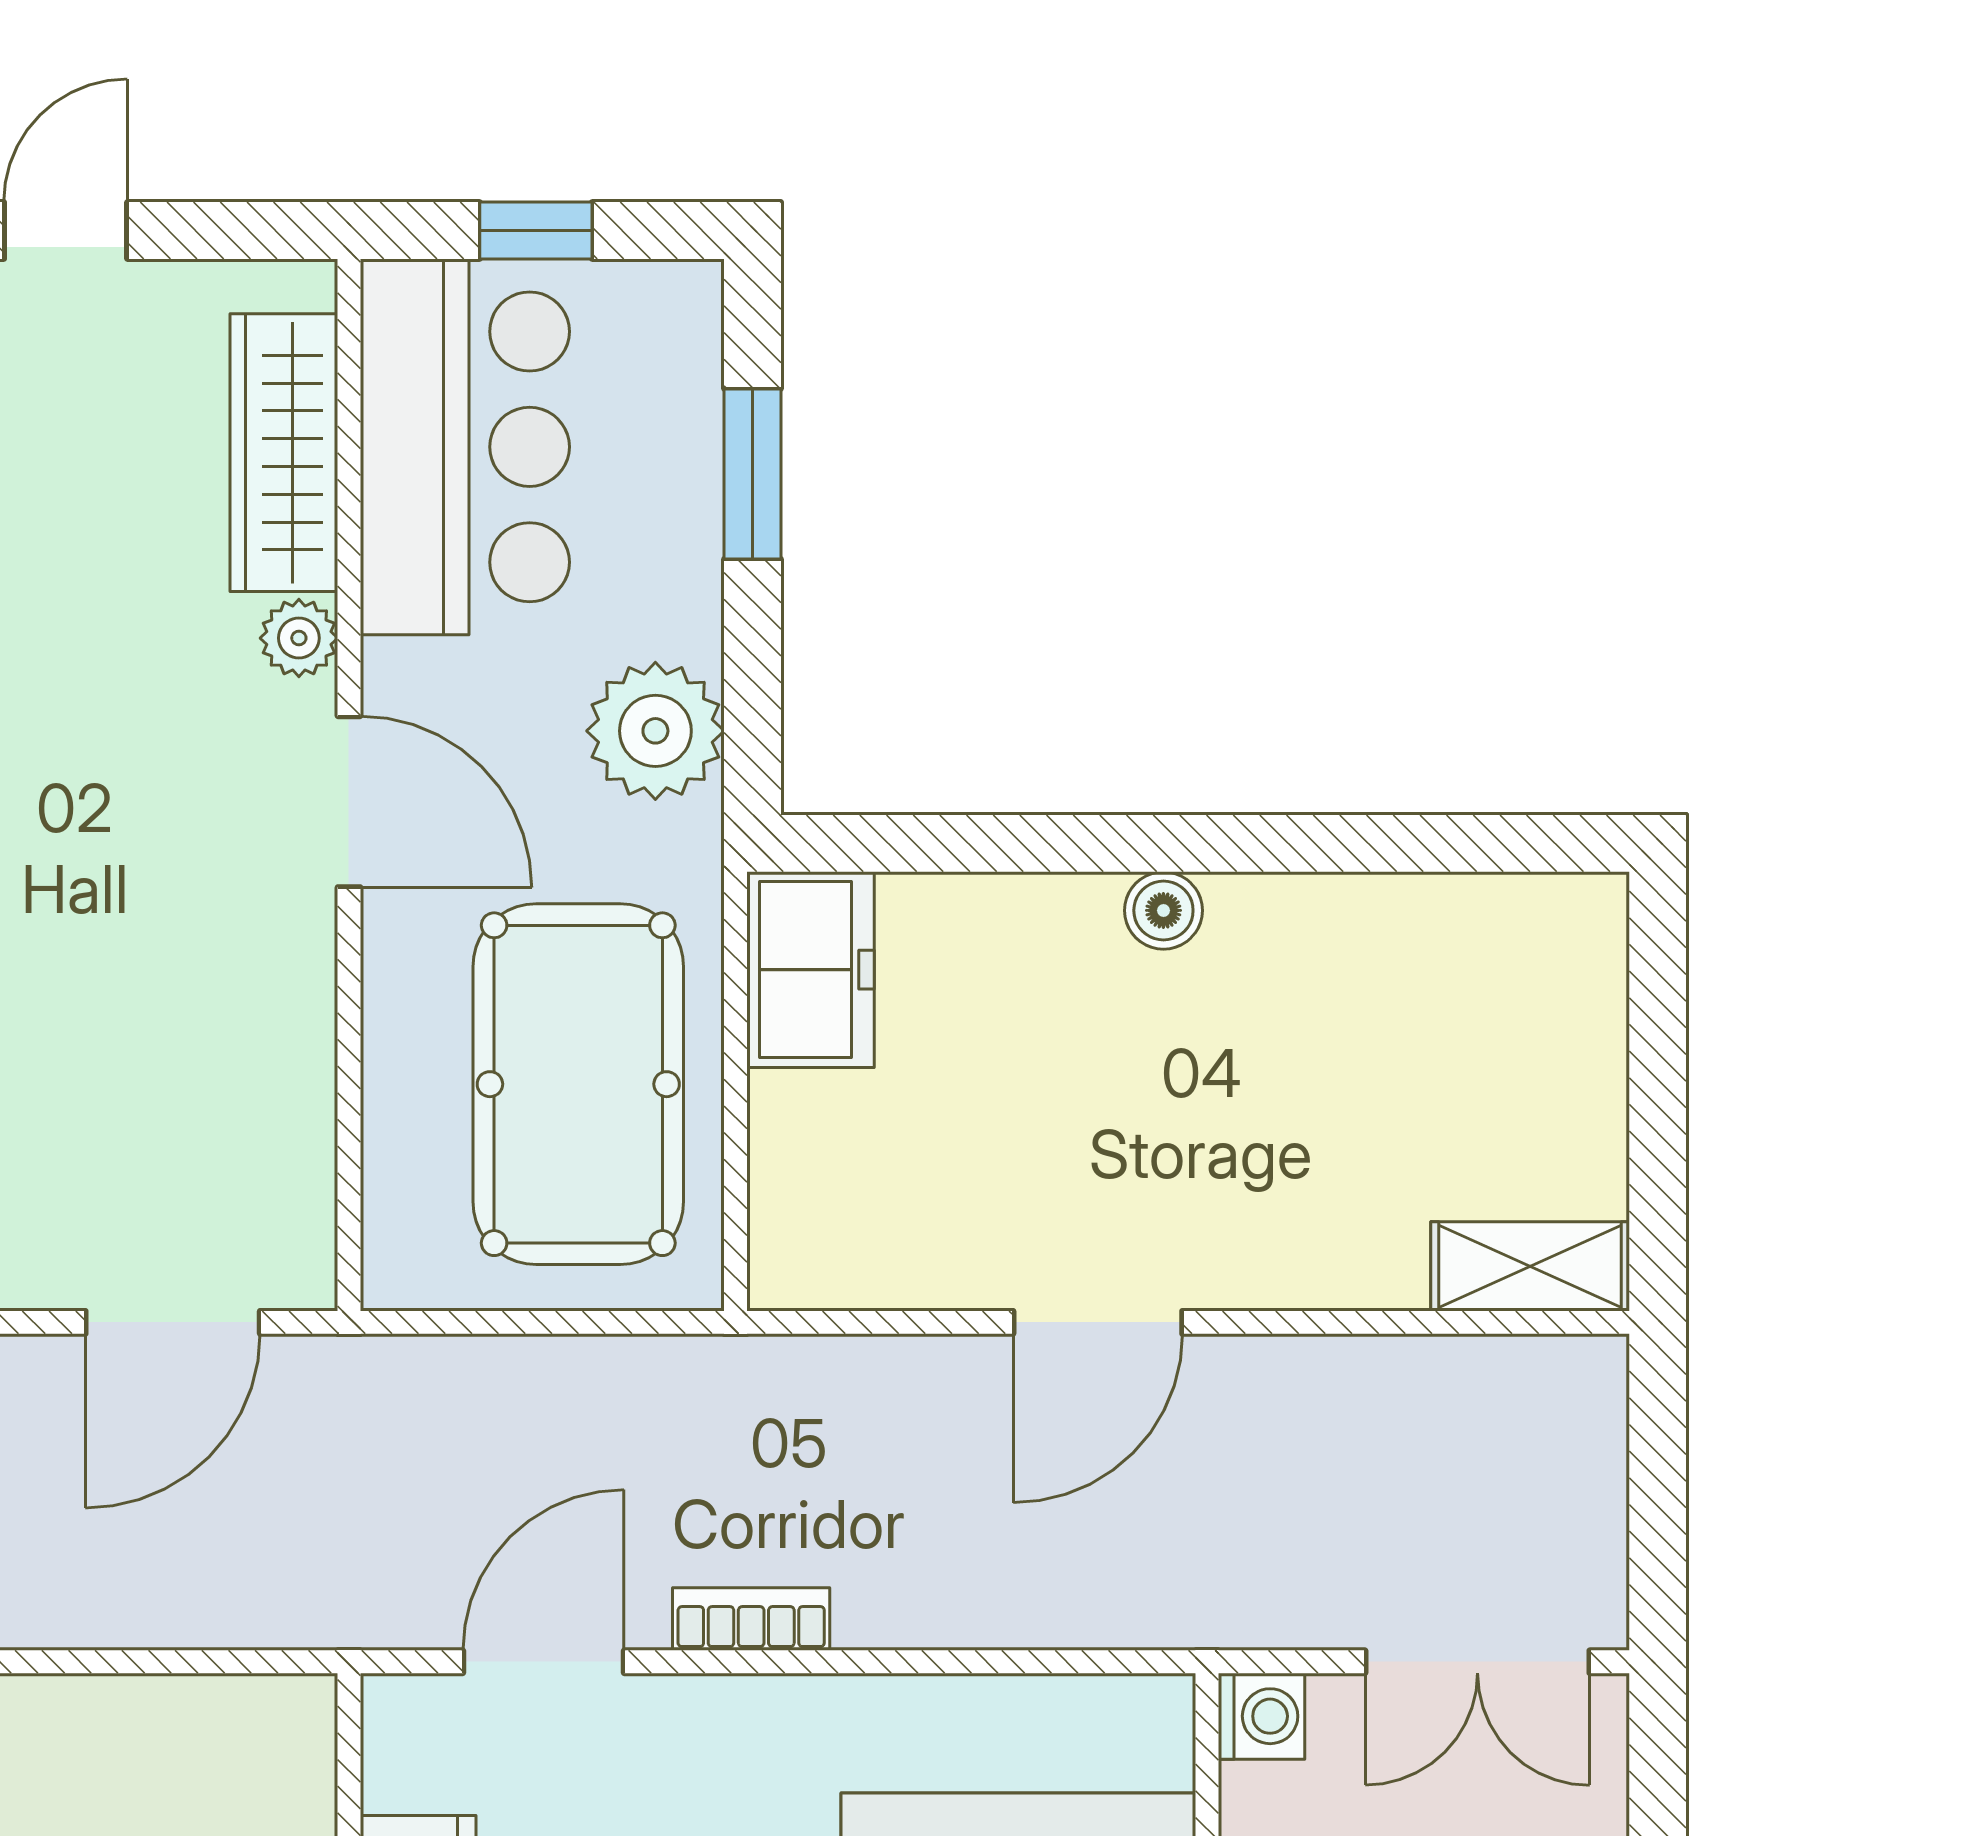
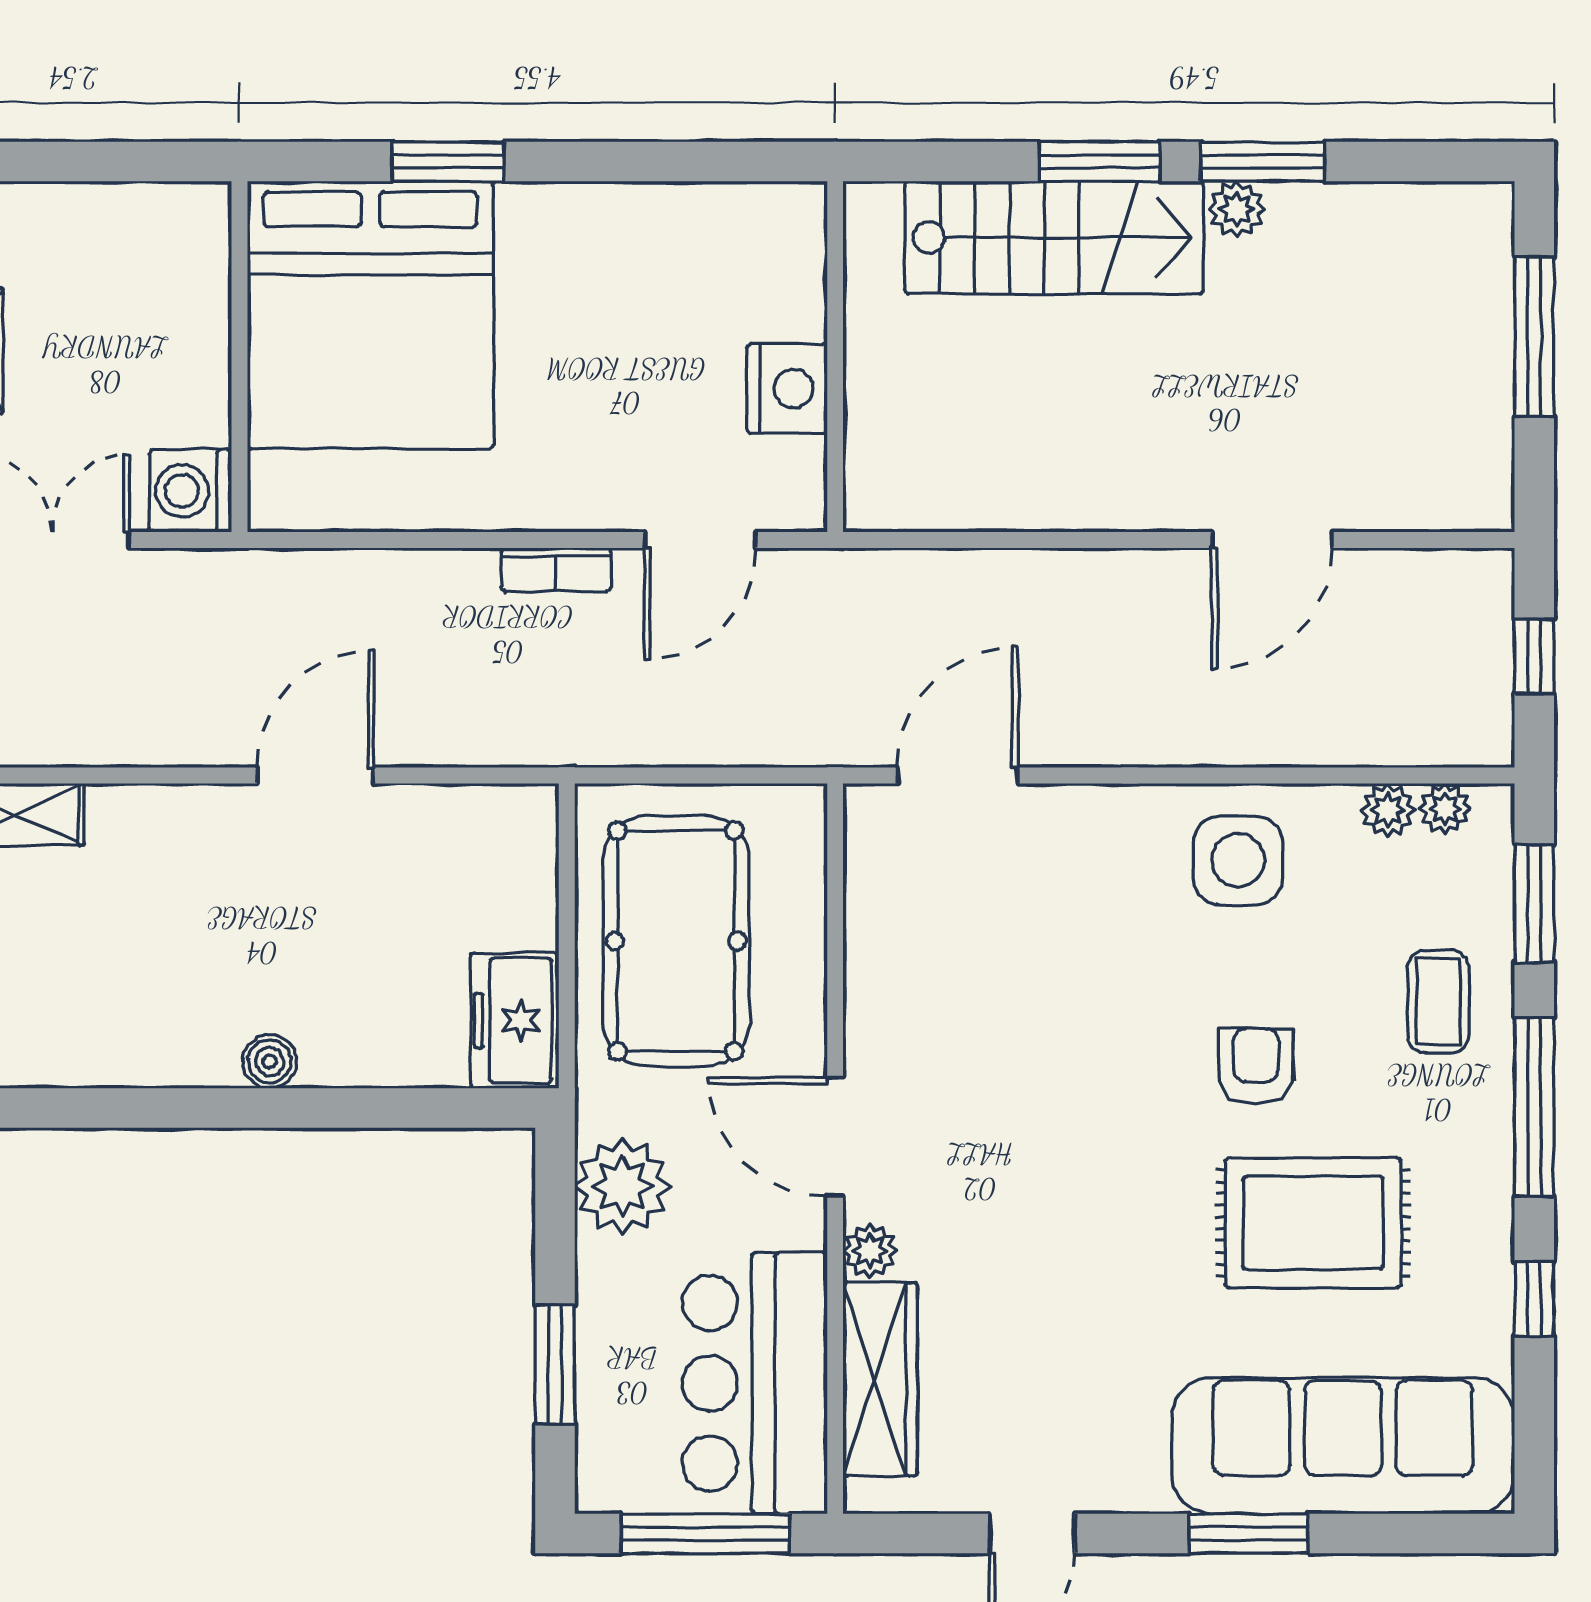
window: (536, 230) -> (705, 1534), width x2.17
washing machine: (1261, 1716) -> (190, 491), width x1.38, depth x1.38

